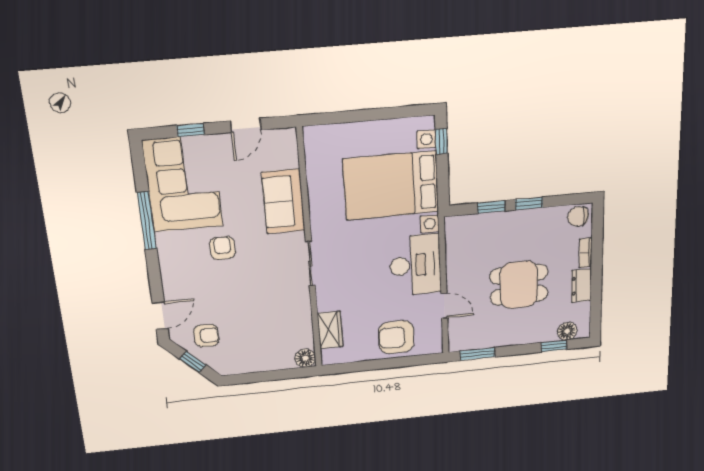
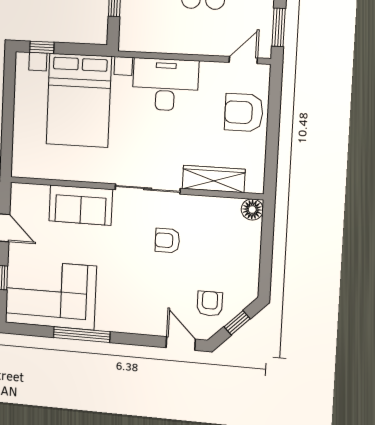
armchair: (222, 248) -> (167, 240), moved
sliding door: (310, 263) -> (148, 189), width x1.37
door: (444, 306) -> (243, 60), moved
wardrobe: (330, 330) -> (214, 179), width x1.50
armchair: (396, 337) -> (244, 113), turned 90

